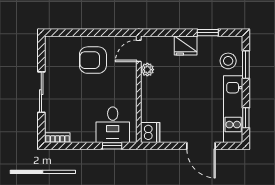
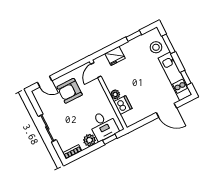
door: (68, 33) -> (45, 82), added
fridge: (186, 46) -> (115, 56), moved
plant: (147, 70) -> (115, 94), moved
dishwasher: (150, 133) -> (123, 105), moved
plant: (86, 134) -> (89, 140), added

